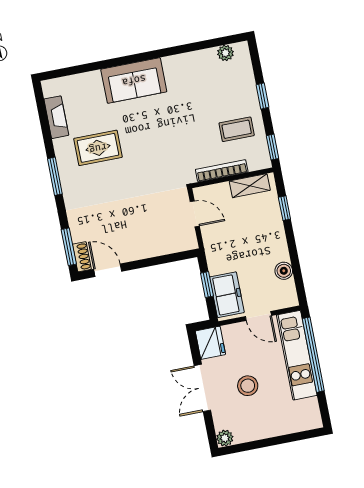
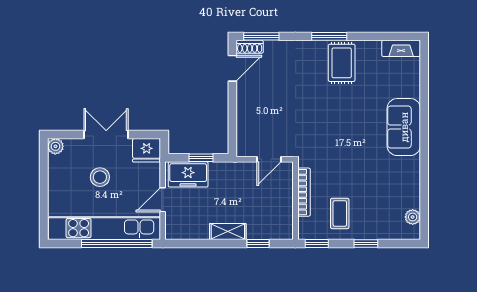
fireplace: (56, 117) -> (401, 48), moved
rug: (98, 148) -> (342, 63), moved
shelving: (250, 186) -> (228, 232), moved, turned 90
boiler: (284, 271) -> (200, 231), removed
kitchen unit: (297, 355) -> (104, 228), width x1.36

